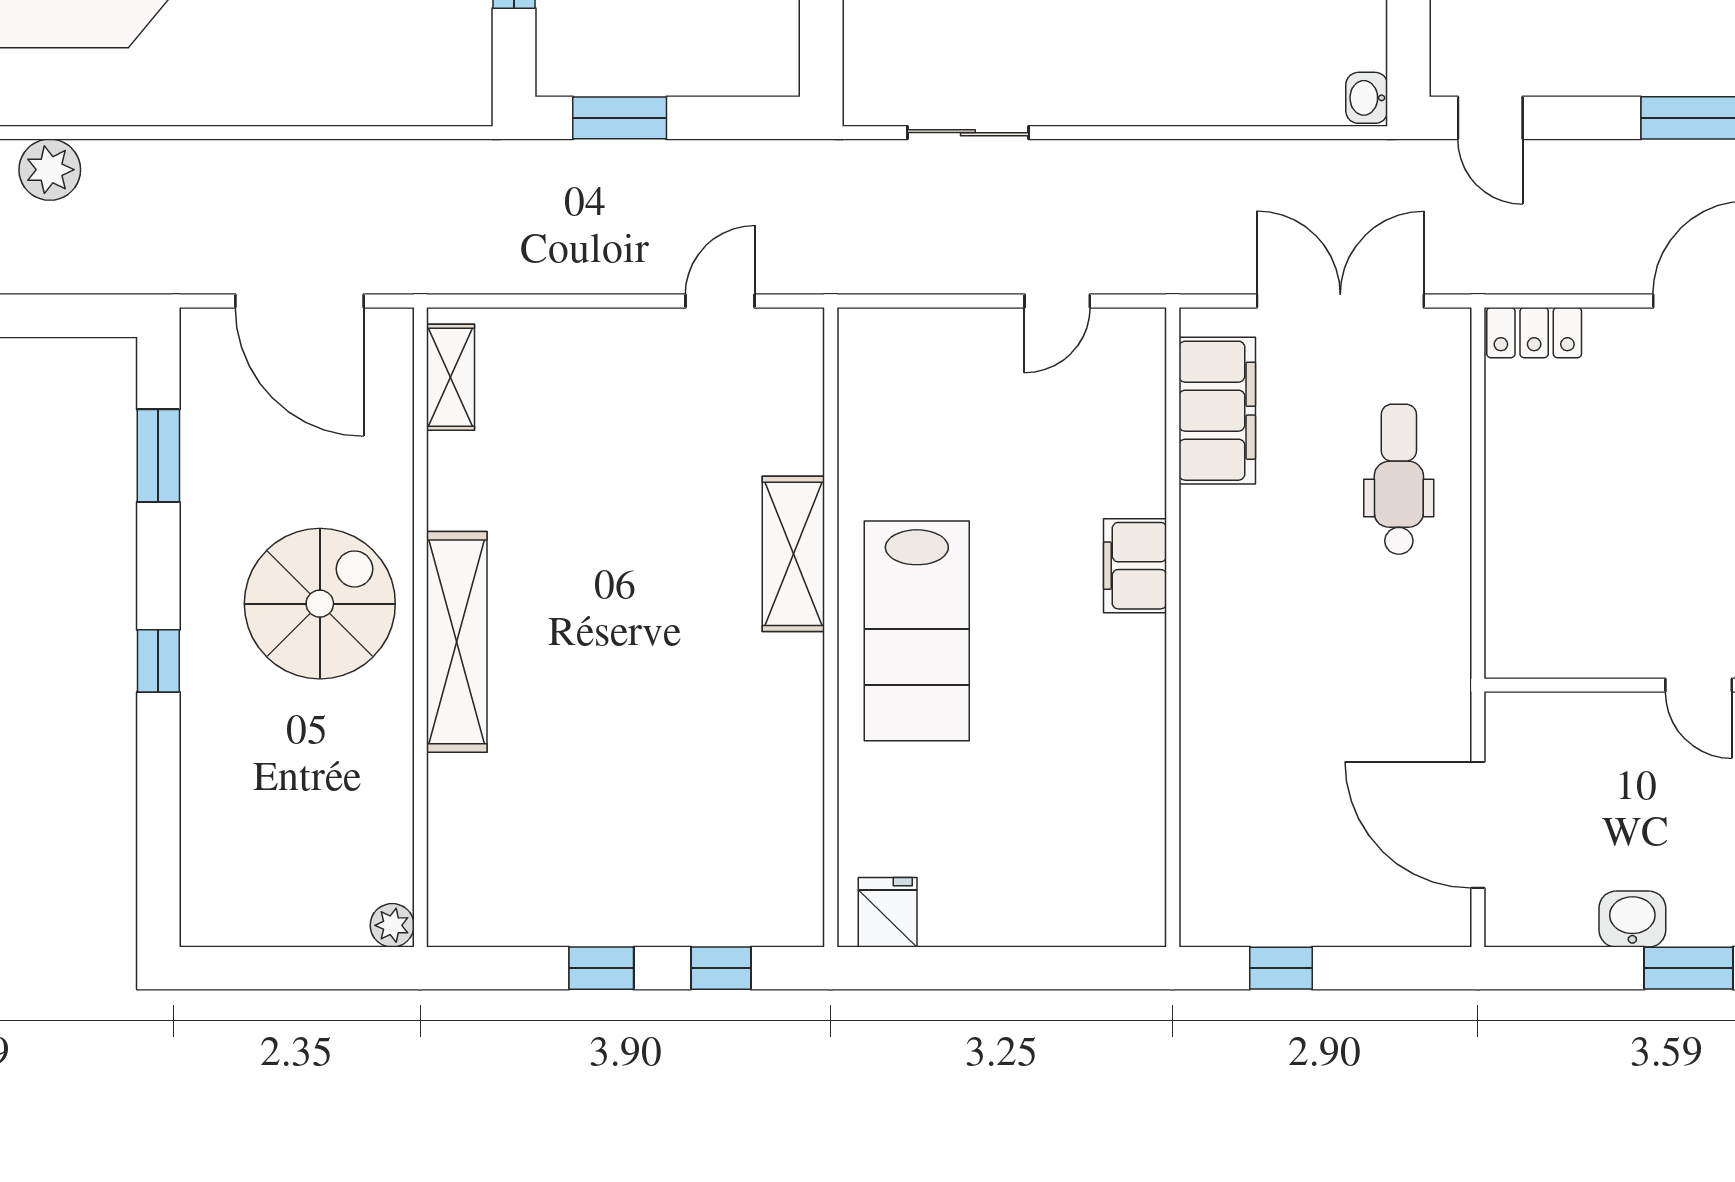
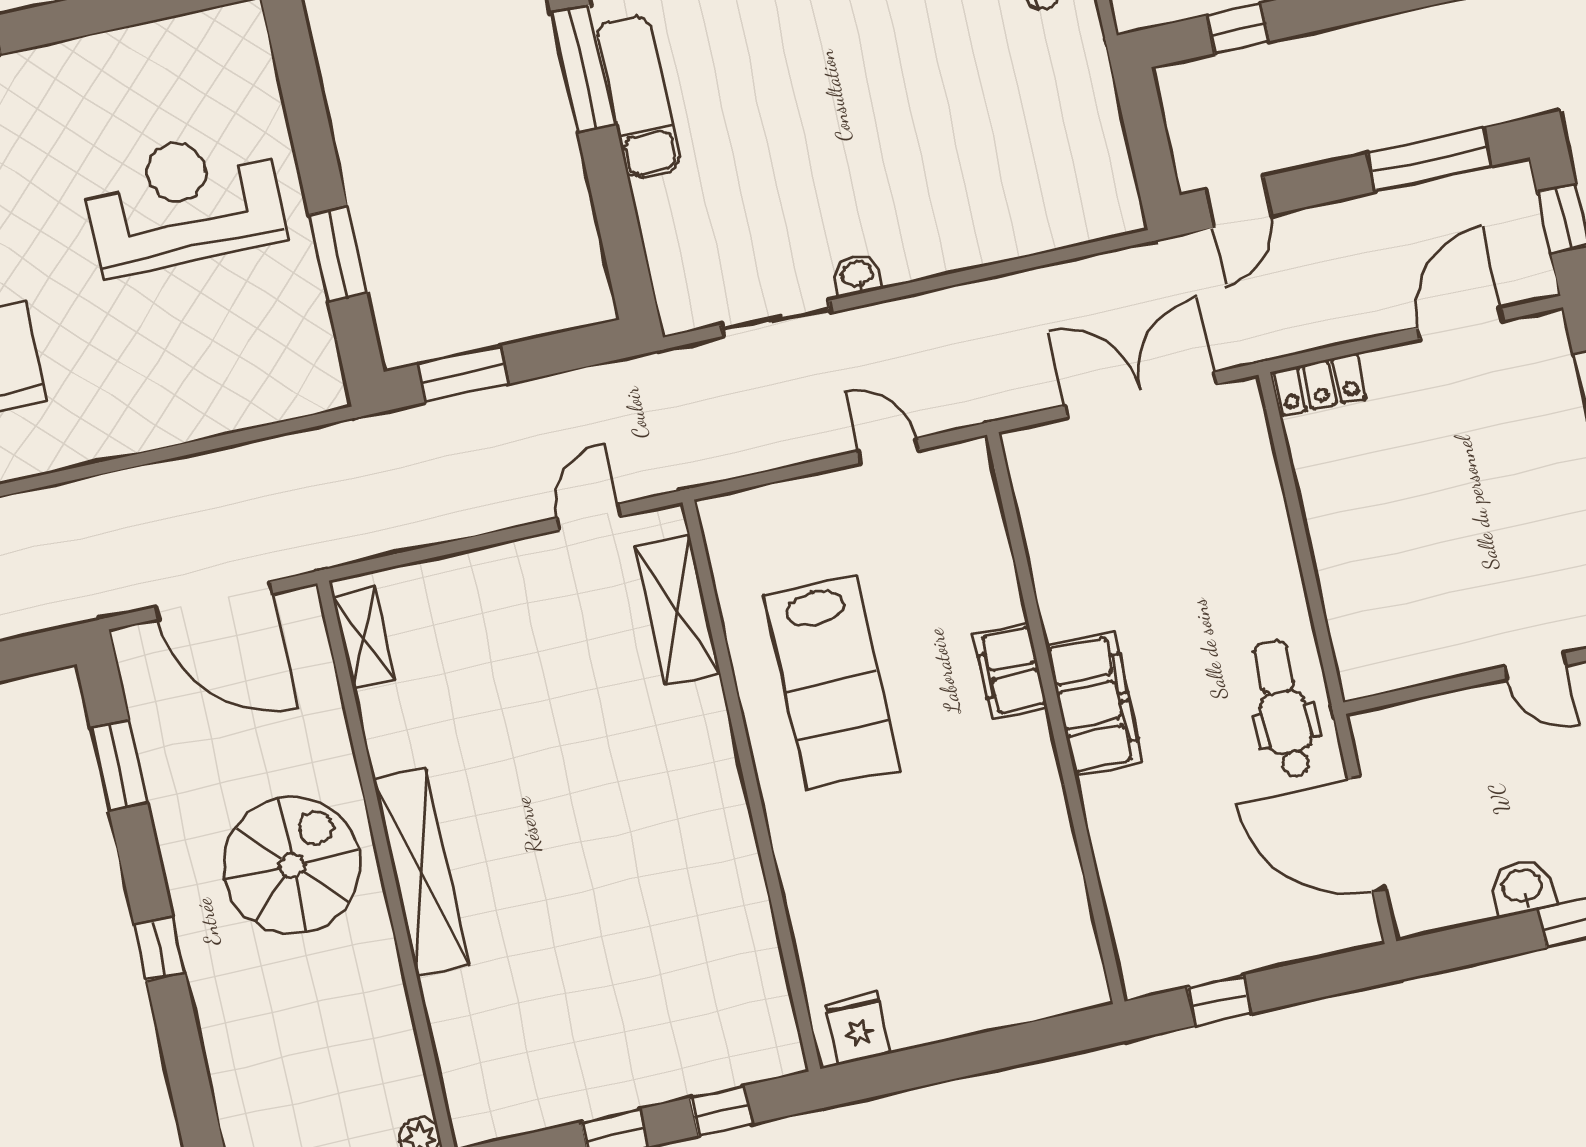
washbasin: (1367, 98) -> (857, 275), moved, turned 90
door: (1490, 118) -> (1238, 202), hinge flipped
door: (1057, 301) -> (889, 451), swing flipped
filing cabinet: (1217, 411) -> (1094, 704), moved
dental chair: (1399, 479) -> (1283, 709), moved
shelving: (793, 554) -> (677, 610), moved
lab bench: (917, 631) -> (831, 682), moved

